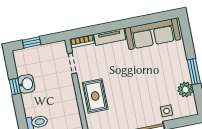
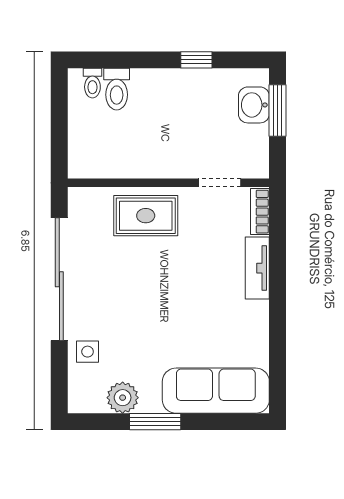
sofa: (153, 34) -> (216, 391), moved, turned 90
window: (32, 42) -> (278, 110), width x1.50
washbasin: (26, 84) -> (254, 105), moved, turned 90

